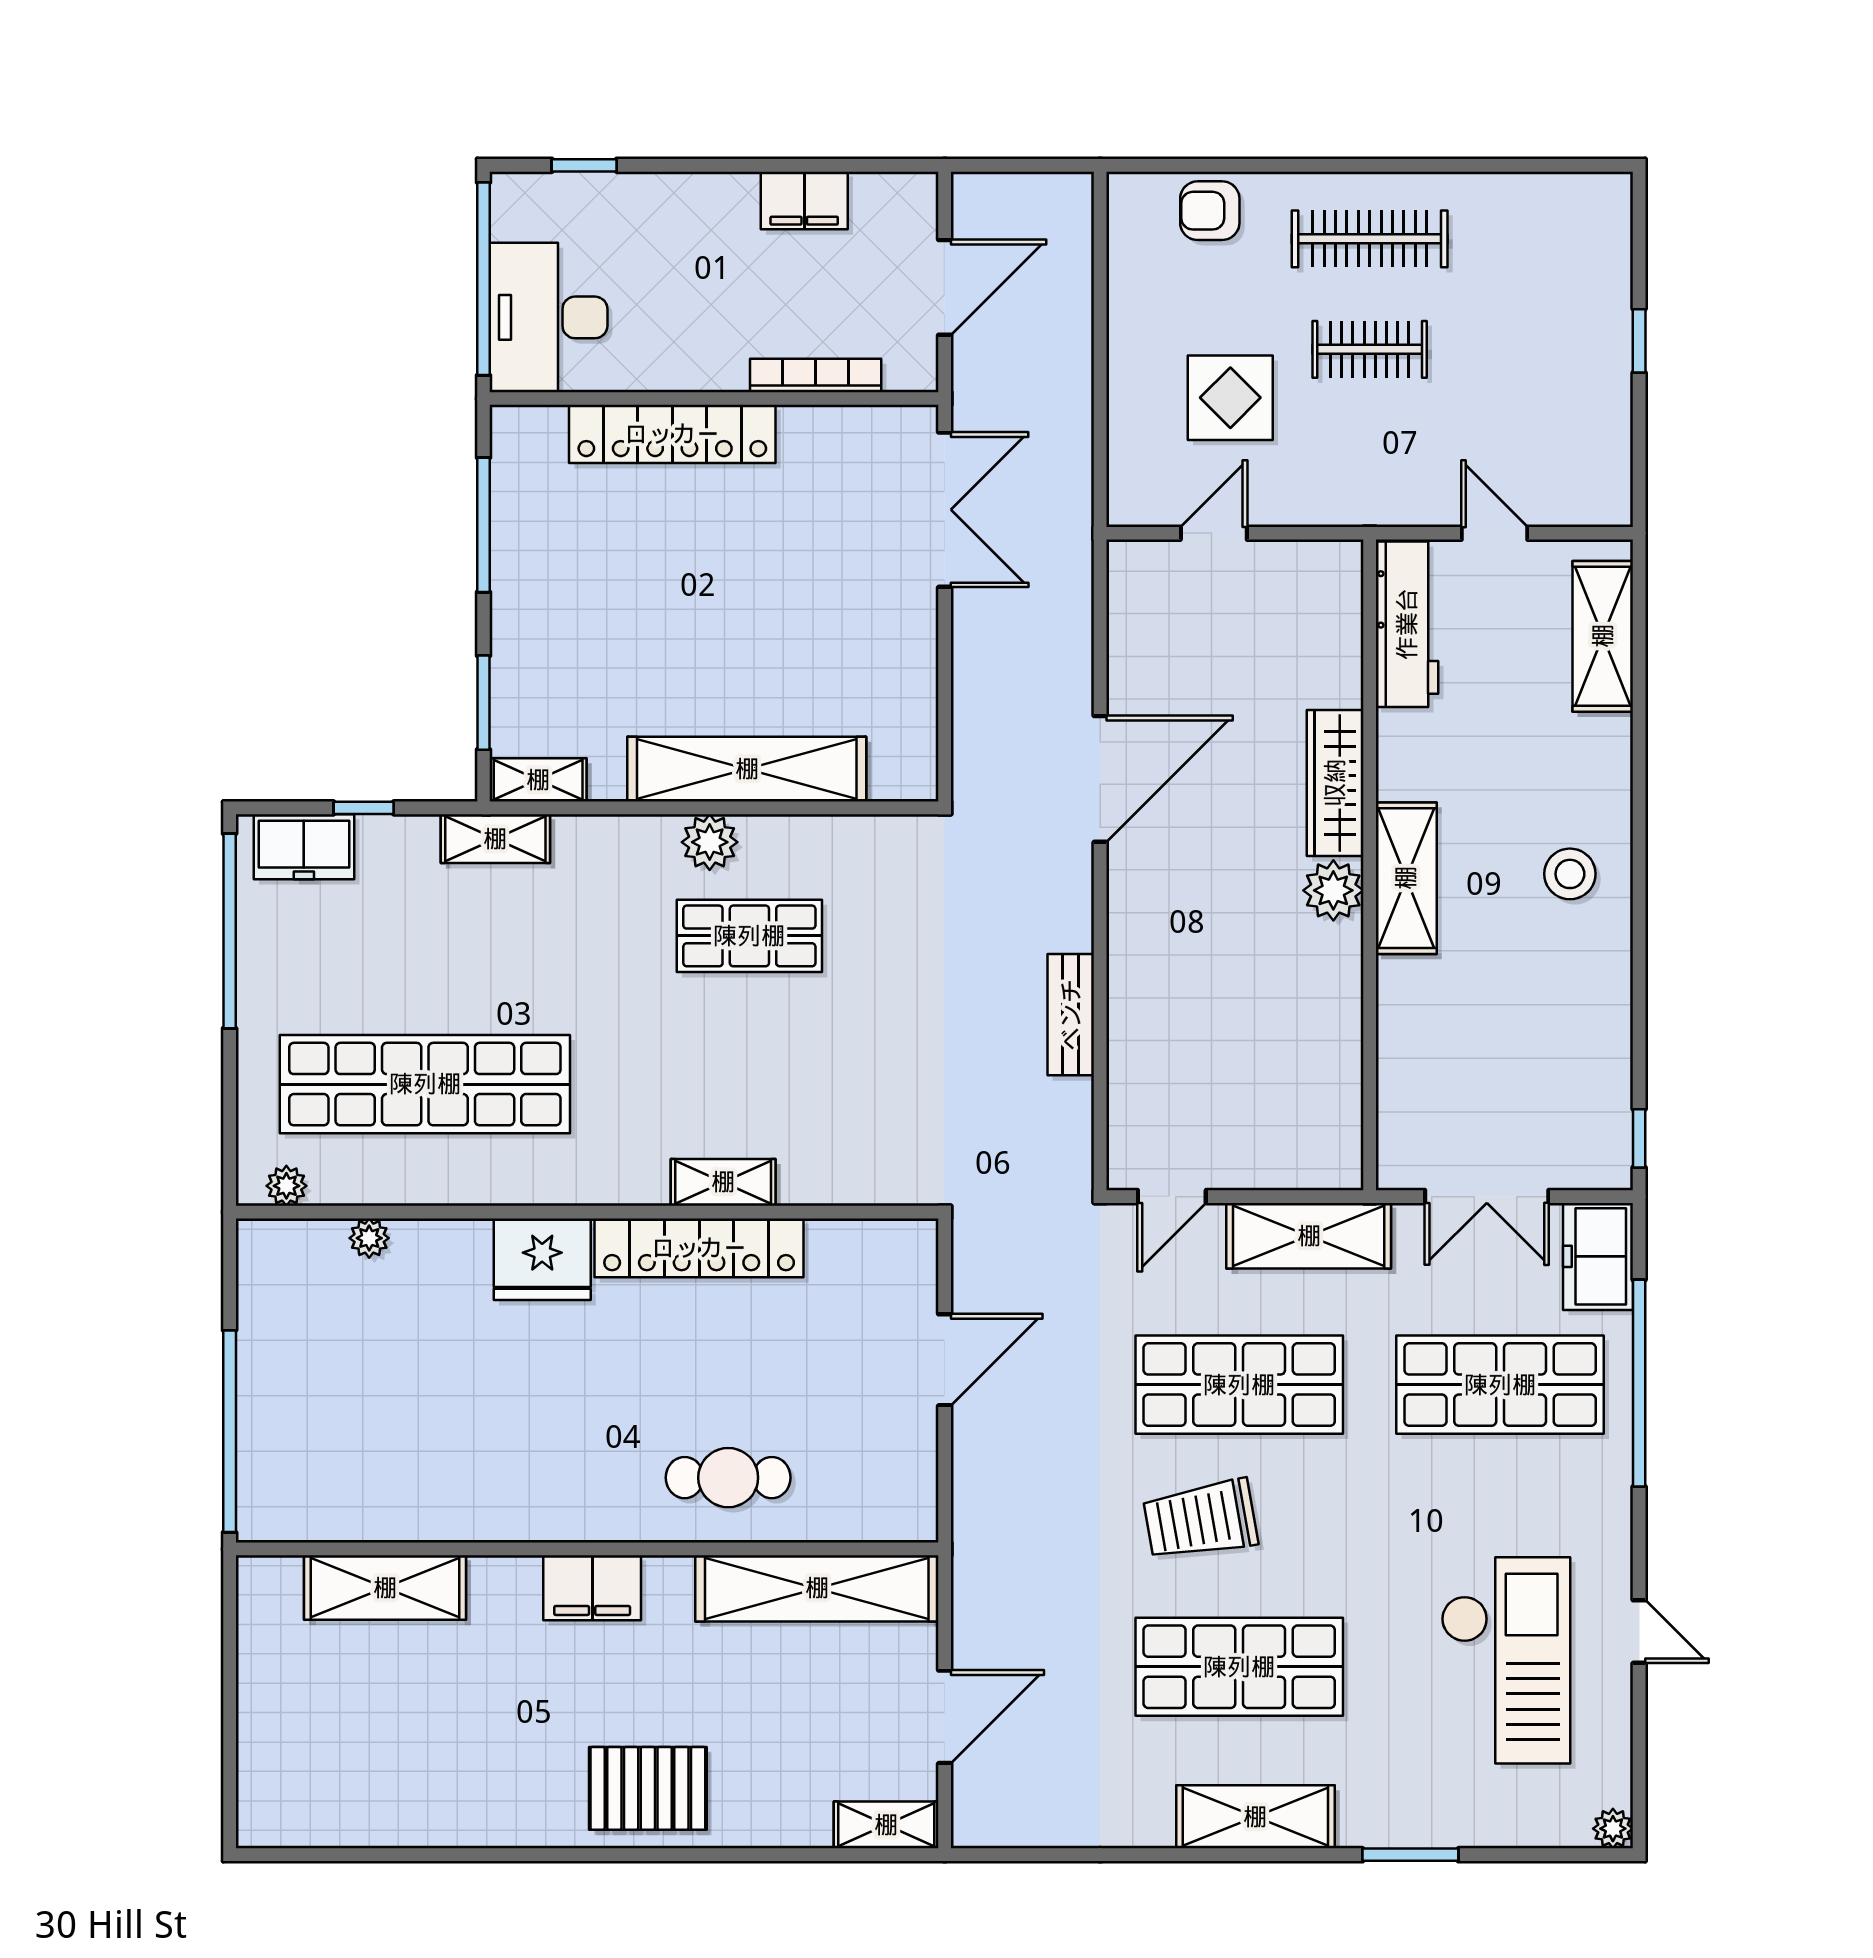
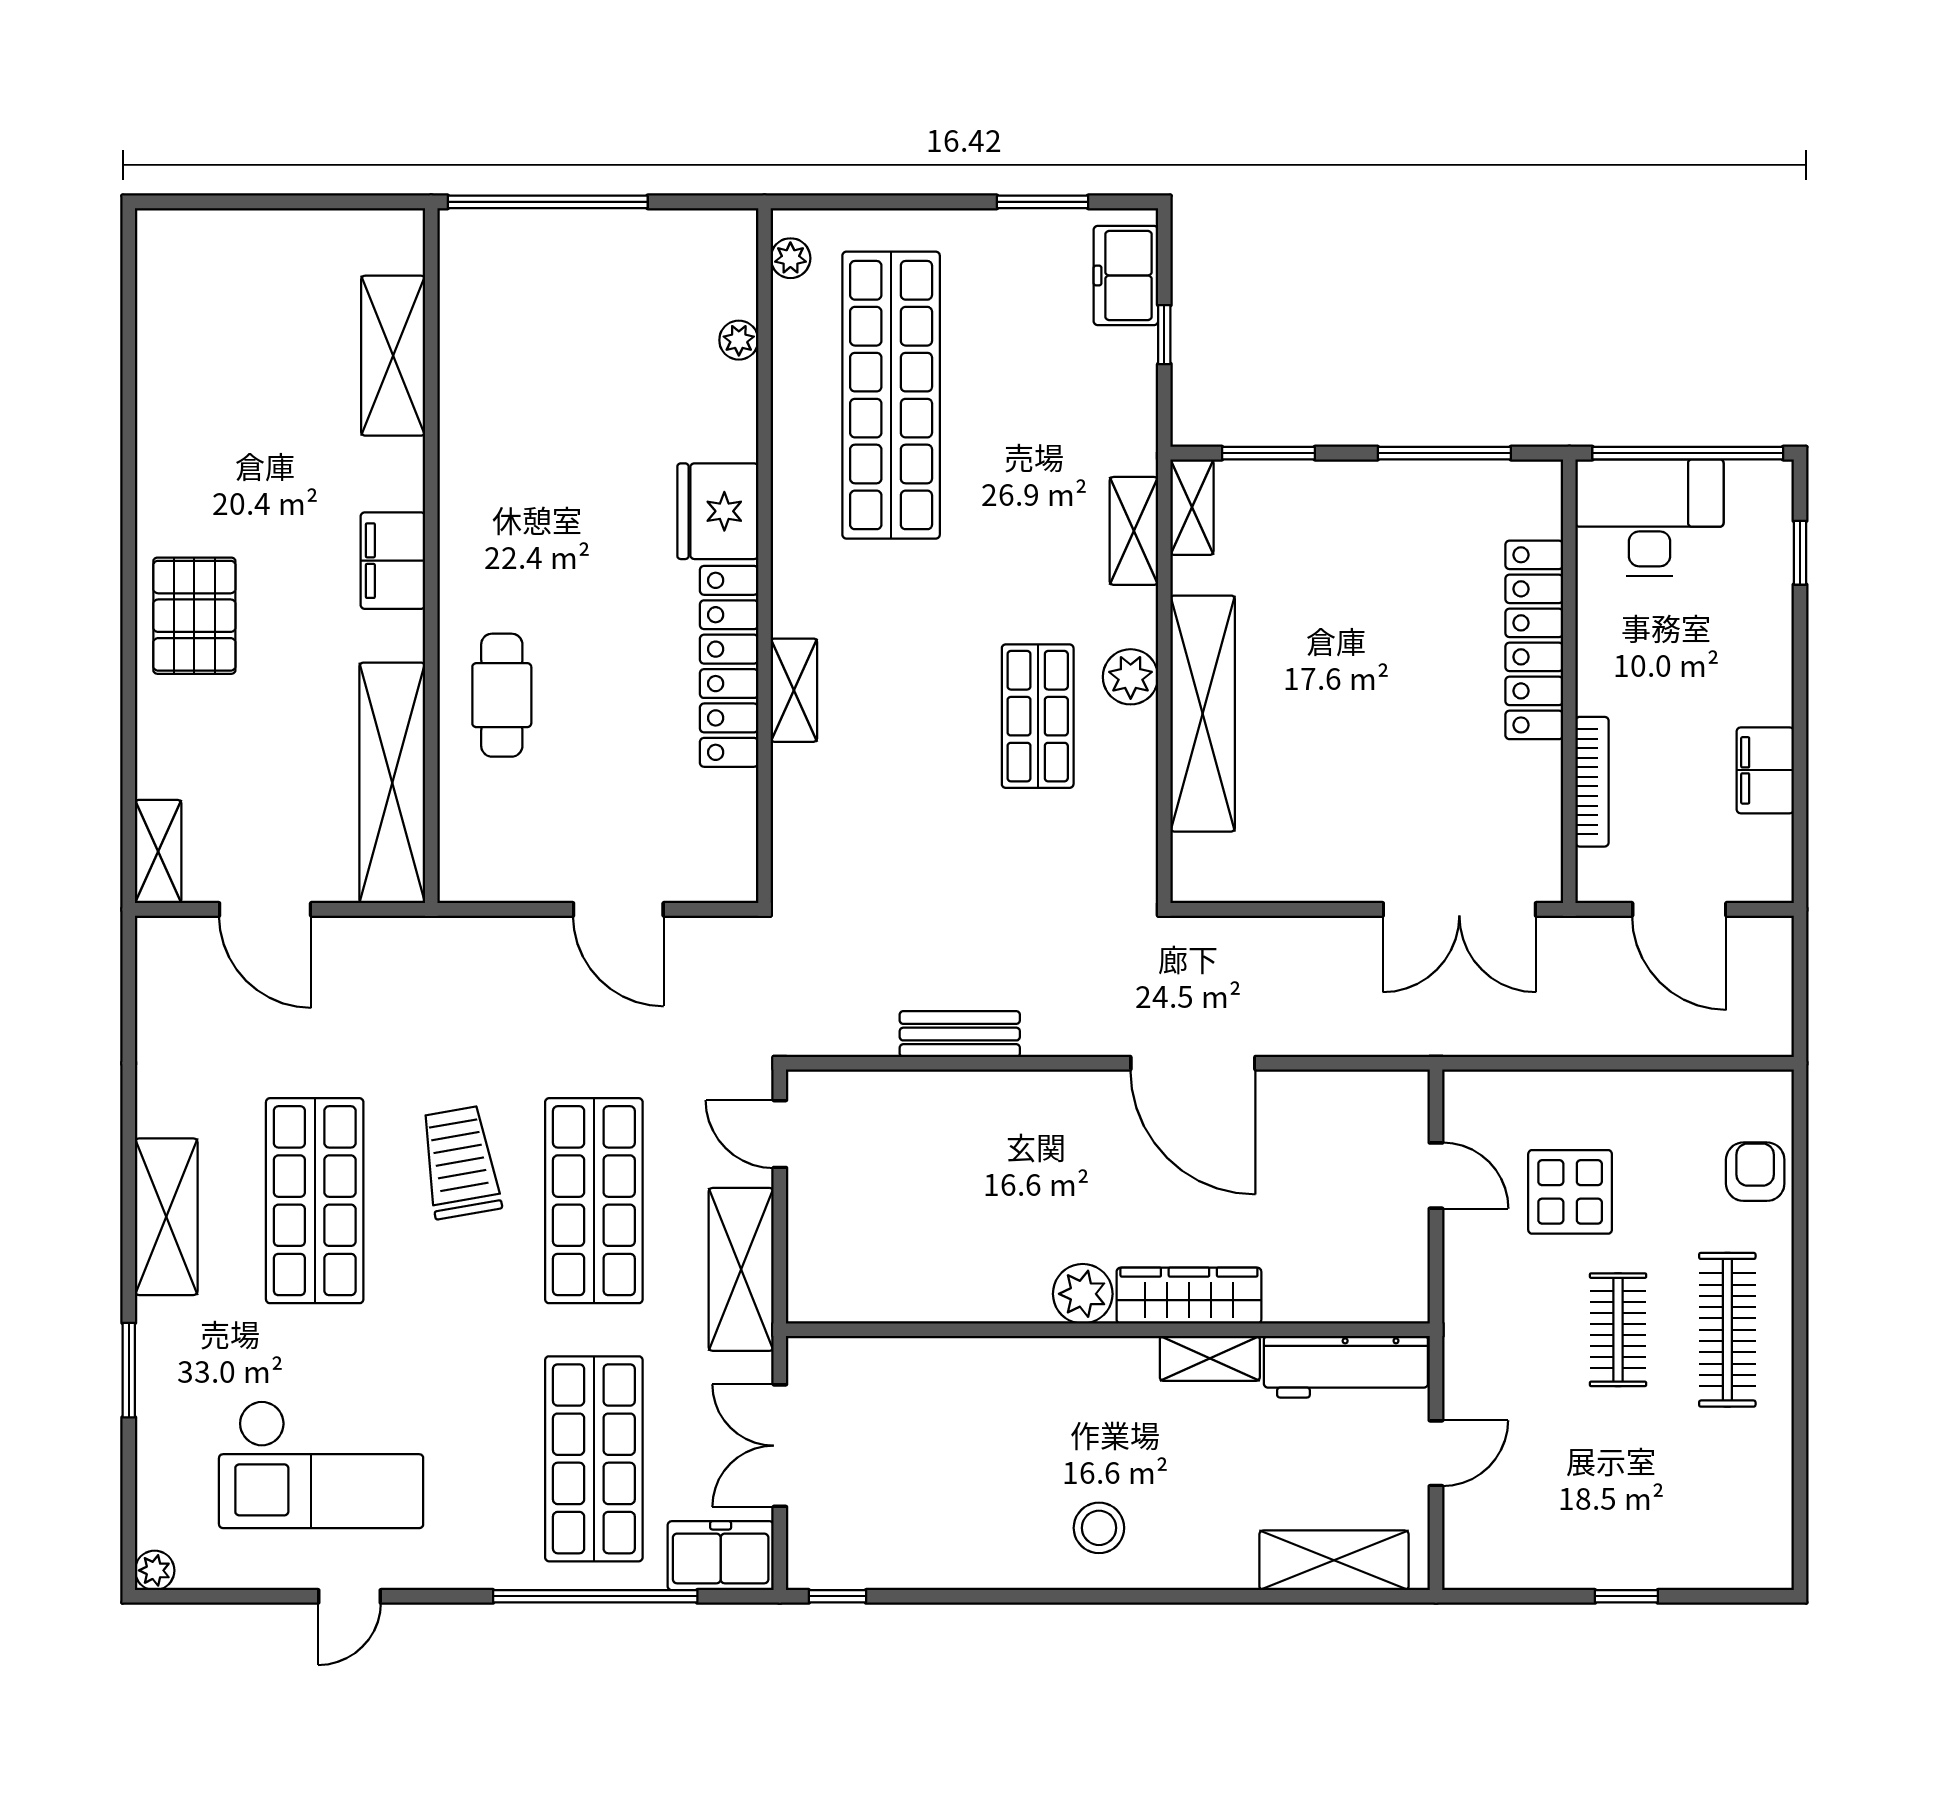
shelving: (495, 839) -> (1134, 531), moved
shelving: (1406, 878) -> (1210, 1358), moved, width x0.67, depth x0.75
window: (230, 931) -> (1043, 202), width x0.47

